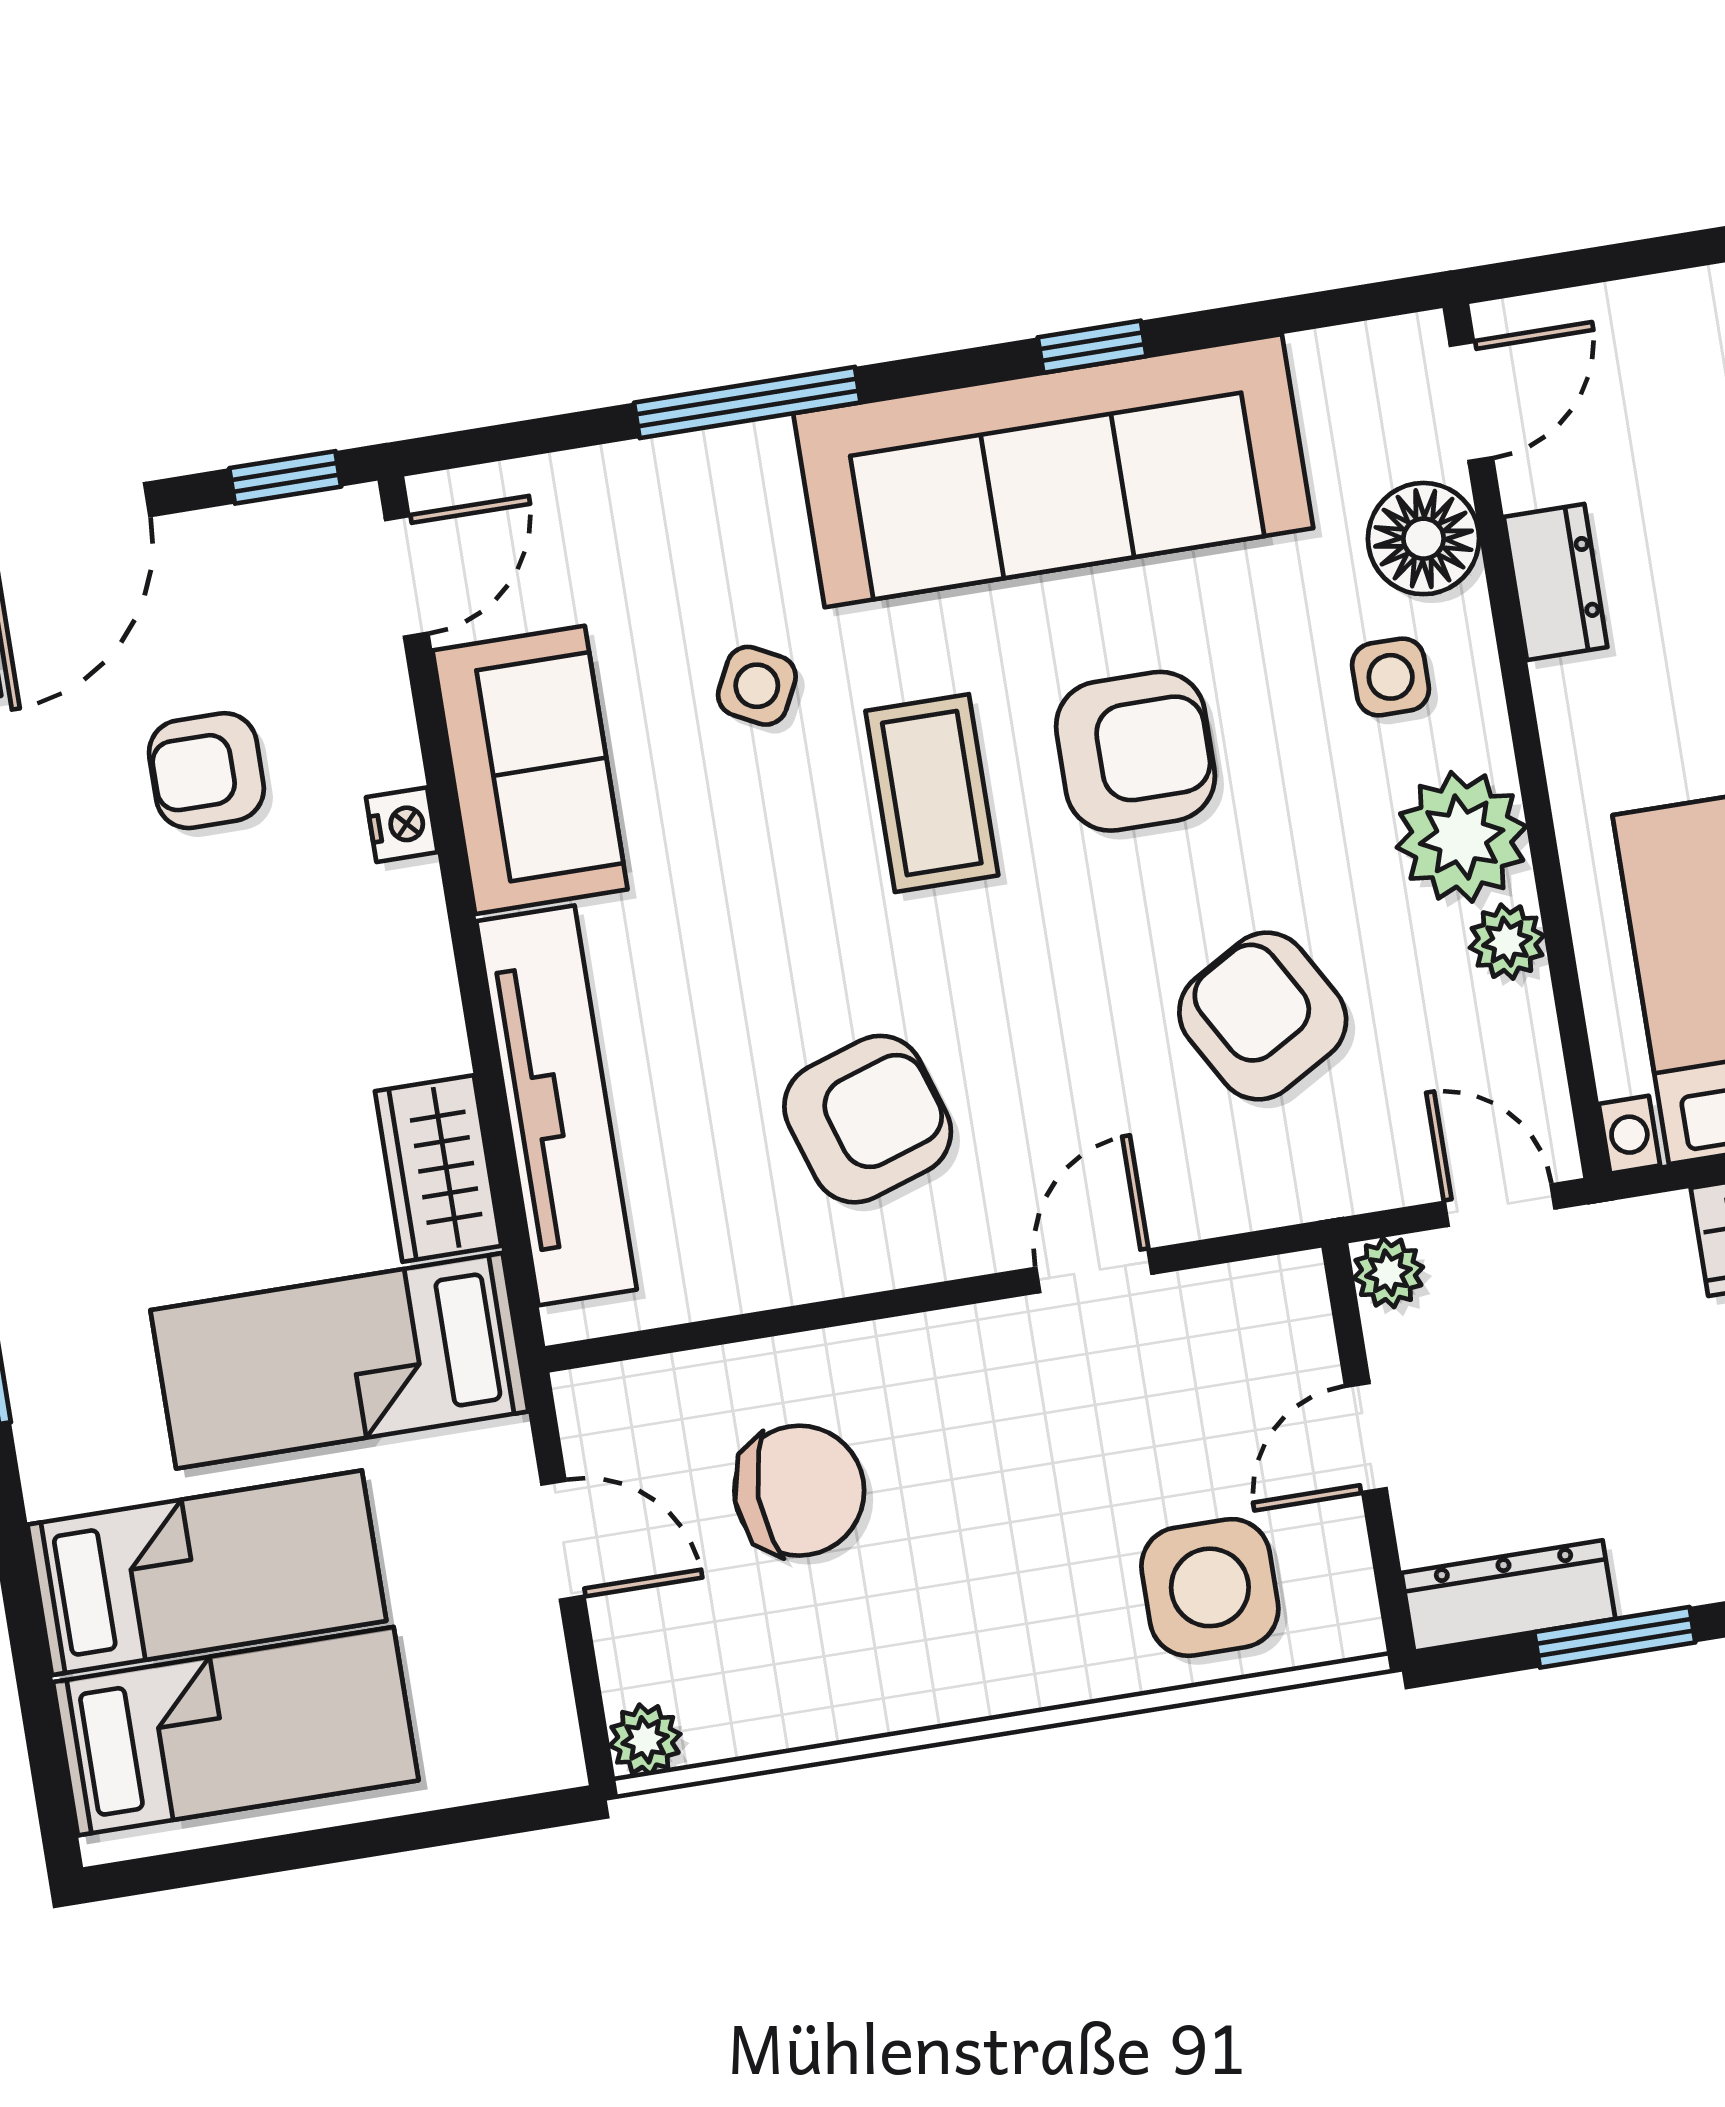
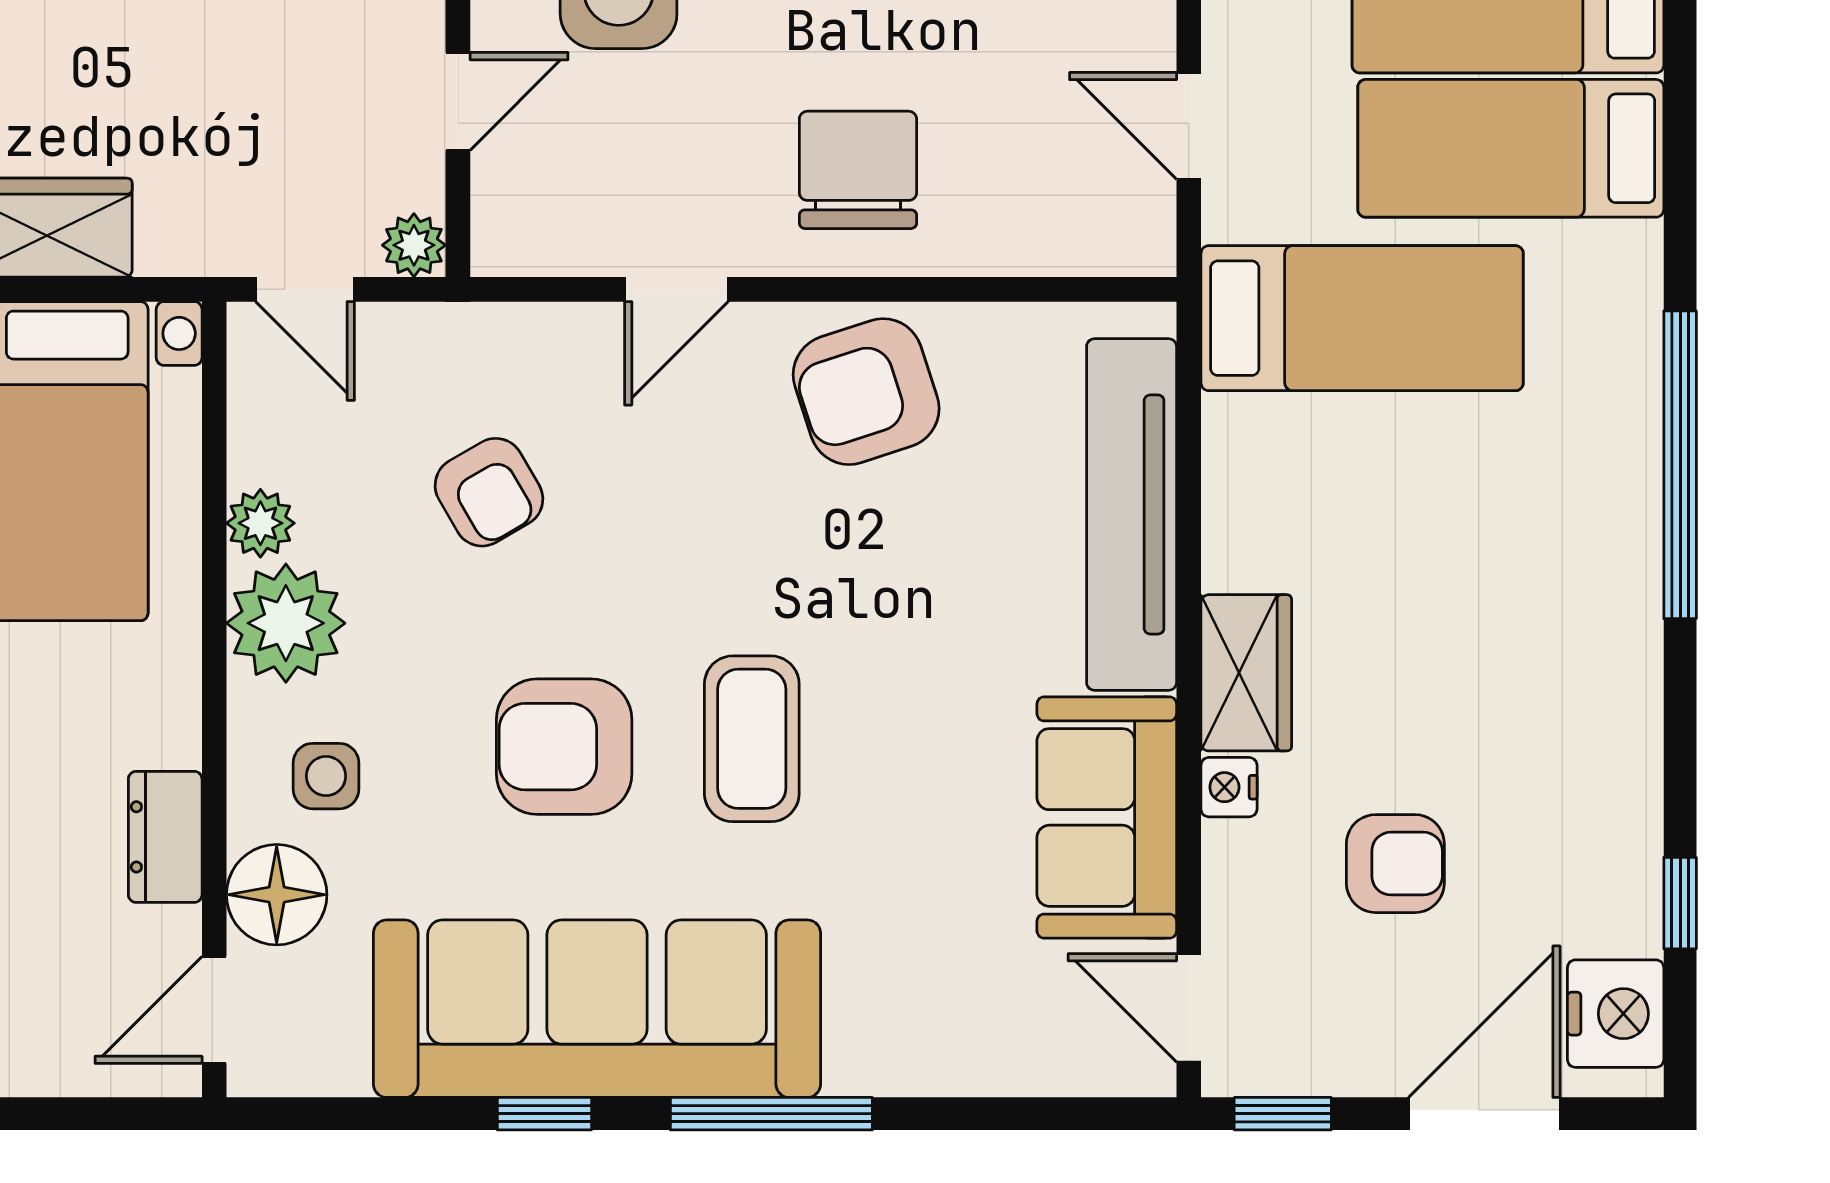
window: (747, 403) -> (771, 1114), moved
door: (407, 576) -> (1189, 1008), hinge flipped
side table: (757, 686) -> (892, 860), removed
armchair: (1263, 1016) -> (489, 492), width x0.72, depth x0.72
armchair: (868, 1119) -> (866, 392), moved
wardrobe: (438, 1169) -> (1246, 673), moved
chair: (799, 1491) -> (858, 170), moved, turned 90

